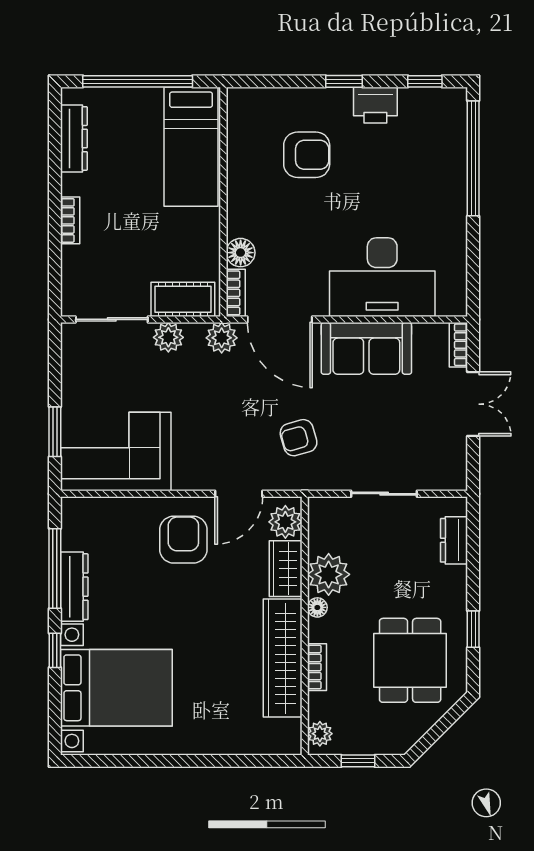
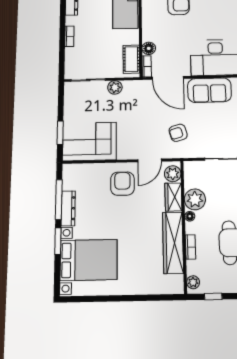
cot: (183, 299) -> (131, 59), moved, turned 90
plant: (222, 338) -> (140, 87), removed
window: (55, 650) -> (58, 241), width x1.50

